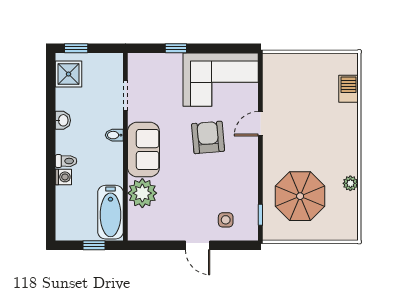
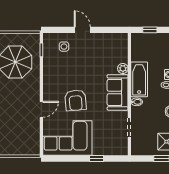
plant: (142, 193) -> (123, 68), width x0.53, depth x0.53
bathtub: (111, 212) -> (139, 79), moved

